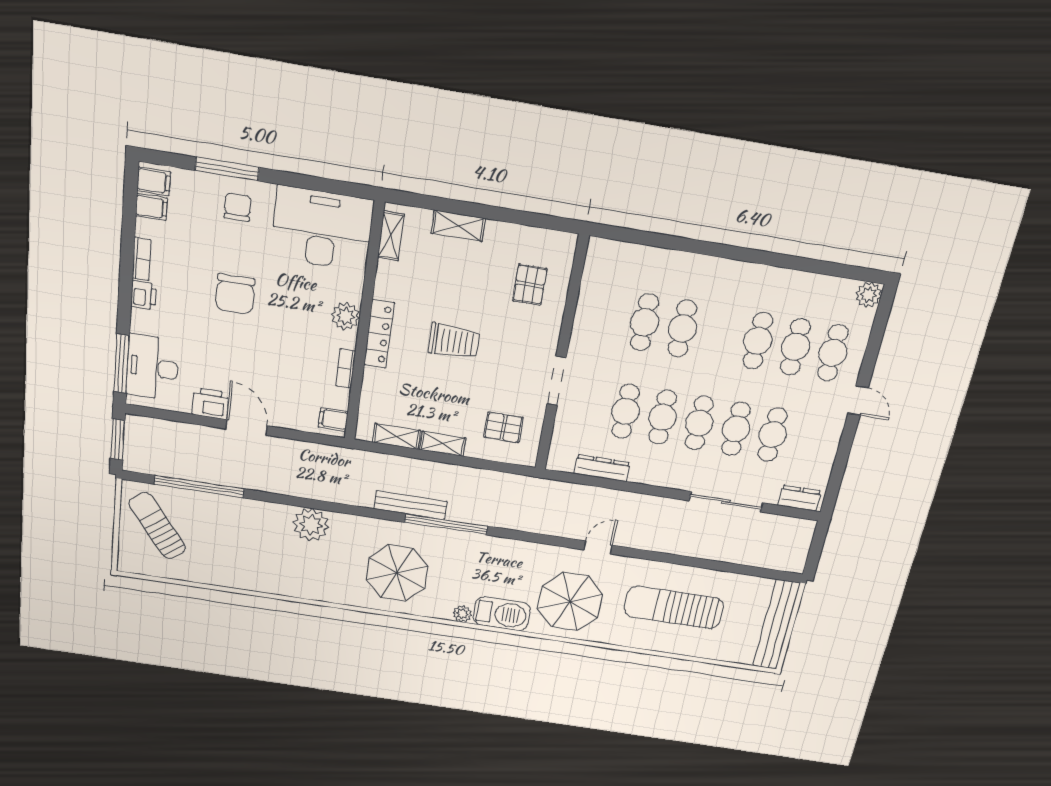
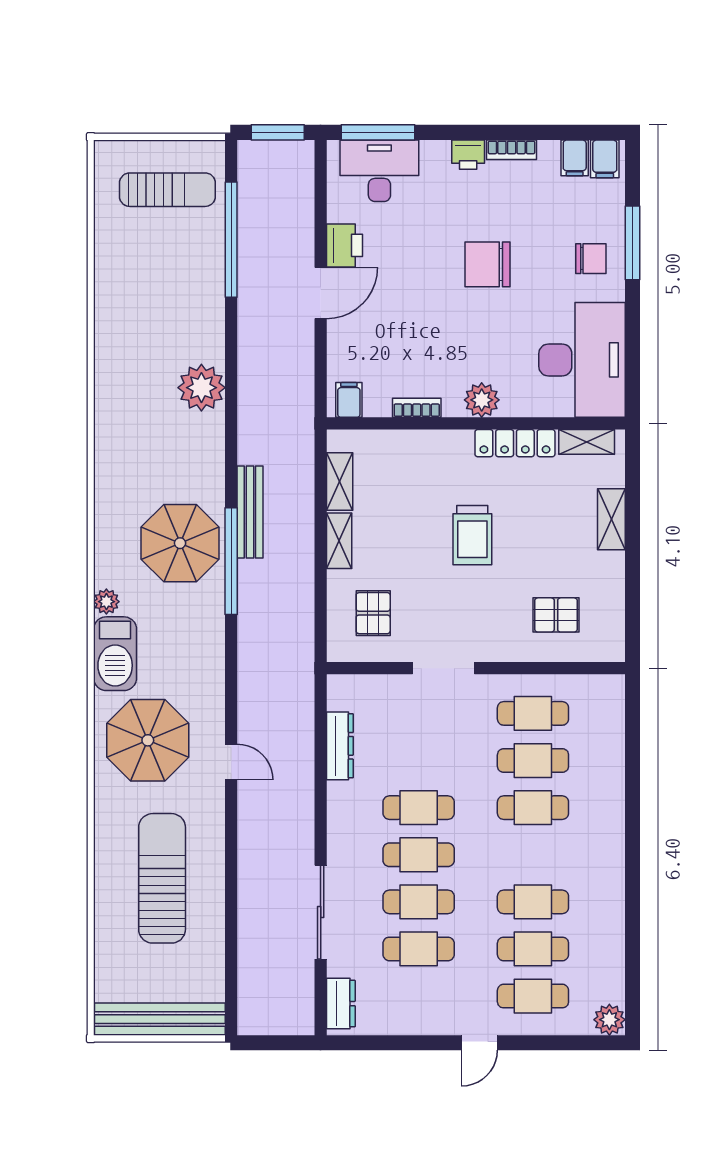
locker: (379, 334) -> (515, 443), moved
cafe table: (626, 411) -> (533, 713), moved
sun lounger: (157, 526) -> (167, 190), turned 37
parasol: (397, 573) -> (180, 543), moved

